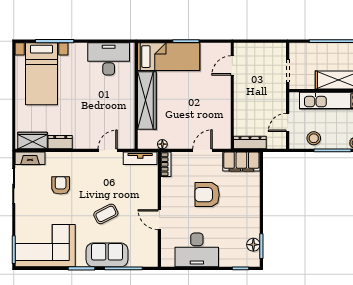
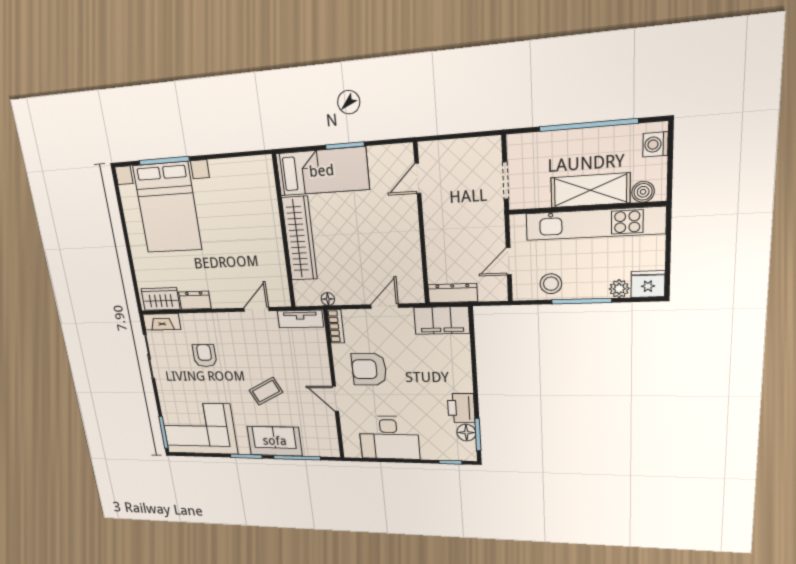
desk: (109, 59) -> (239, 181), removed
bed with nightstands: (41, 74) -> (167, 208), width x1.36
armchair: (207, 195) -> (369, 369), moved
printer: (251, 226) -> (461, 408), added

